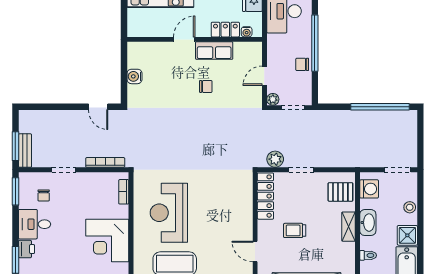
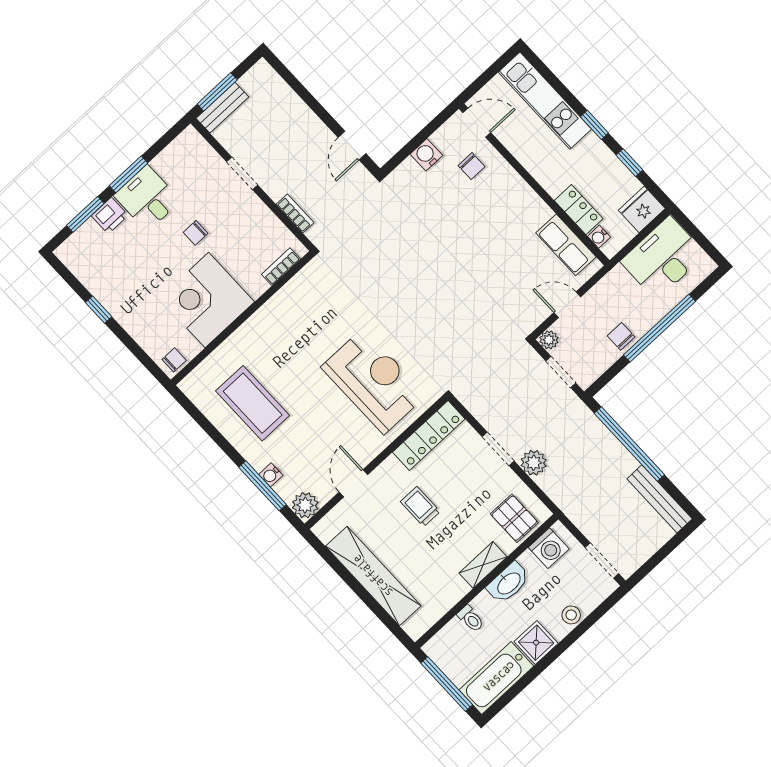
door: (184, 39) -> (477, 123), moved
row of seats: (214, 51) -> (566, 245), moved
chair: (206, 86) -> (472, 166), moved
window: (380, 107) -> (629, 444), moved
bench: (394, 116) -> (660, 499), added
plant: (275, 159) -> (534, 463), moved
bookcase: (105, 162) -> (295, 213), width x0.64
window: (15, 191) -> (128, 174), moved
chair: (44, 195) -> (196, 233), moved
reception desk: (169, 213) -> (374, 381), moved, turned 90

